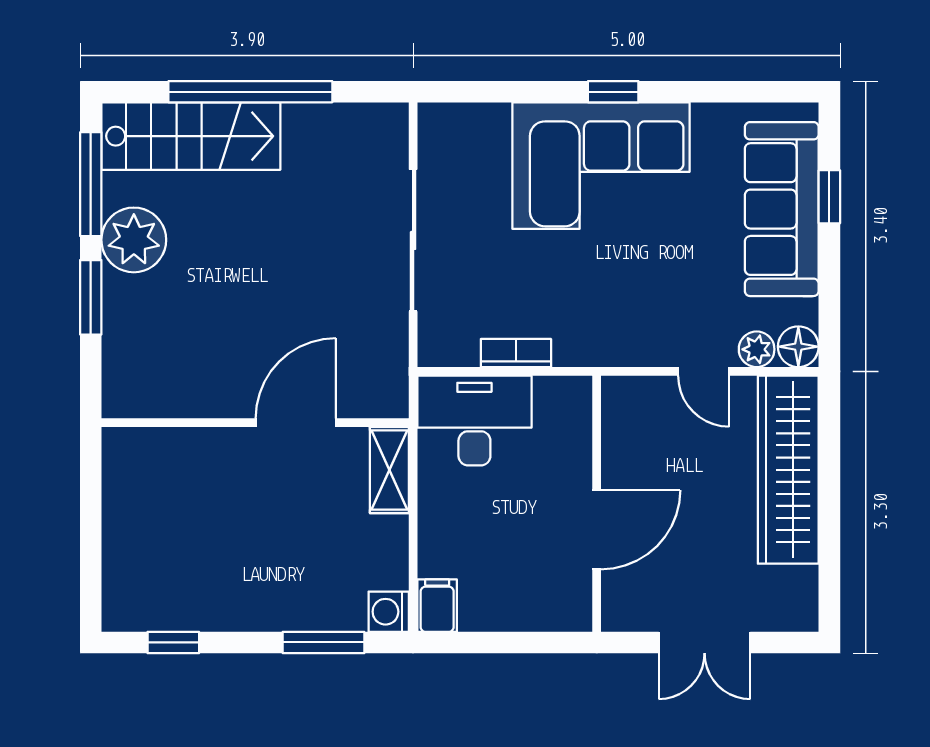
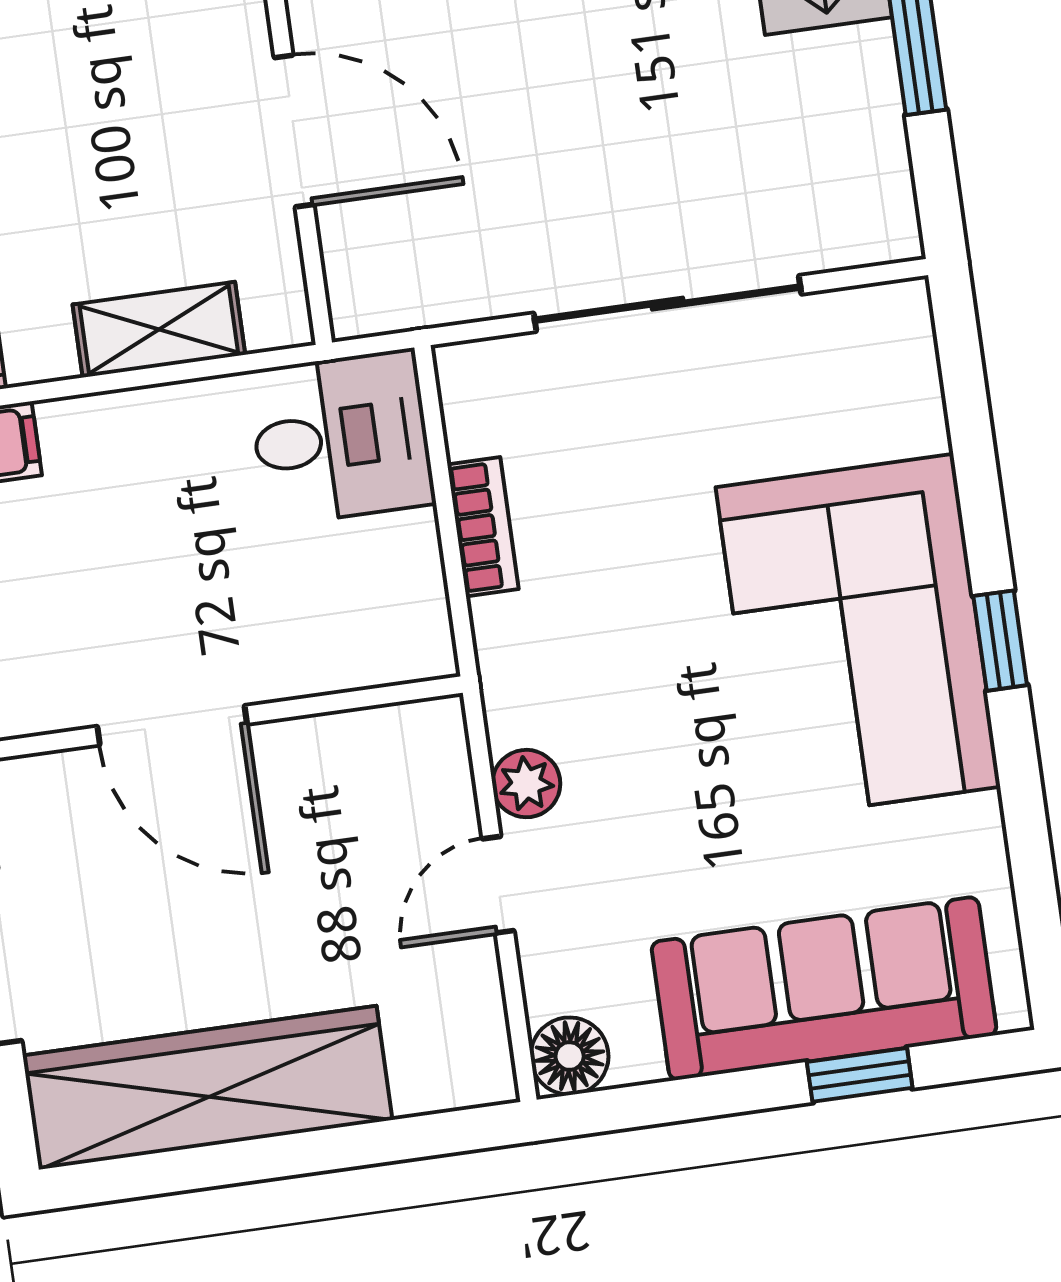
plant: (757, 349) -> (526, 784), moved
desk: (474, 421) -> (341, 437), width x0.73
shelving: (389, 470) -> (159, 330), moved
wardrobe: (788, 470) -> (208, 1088), moved

